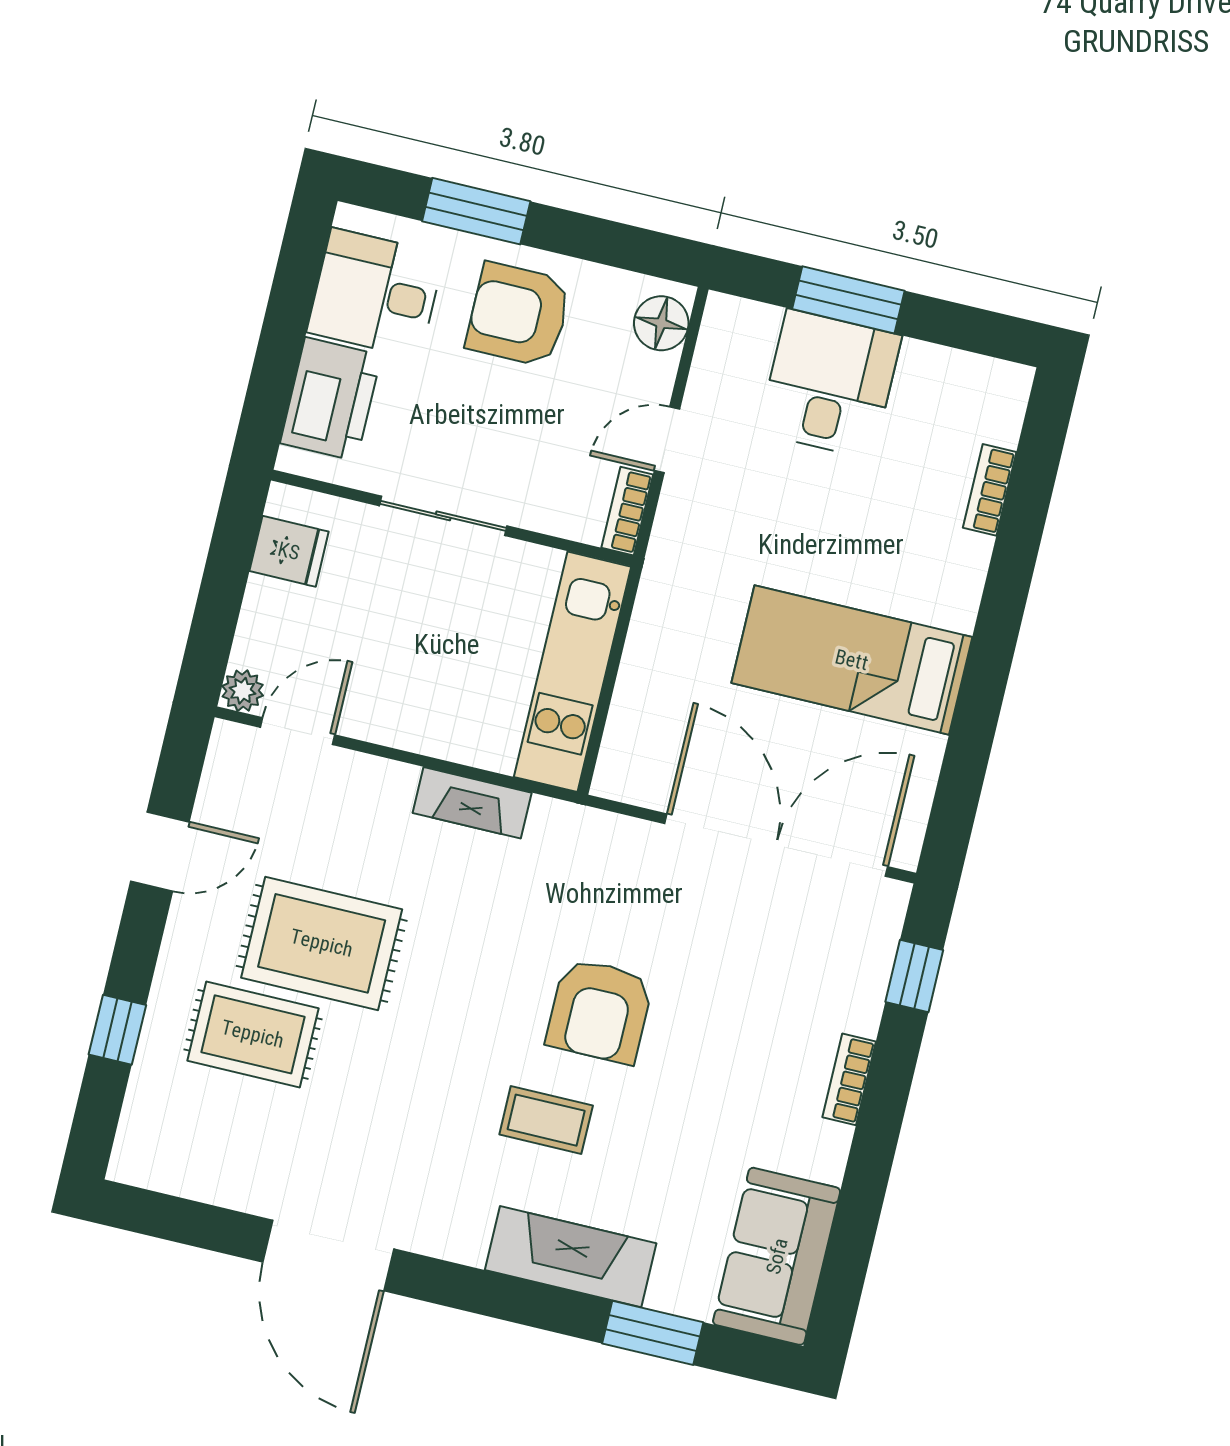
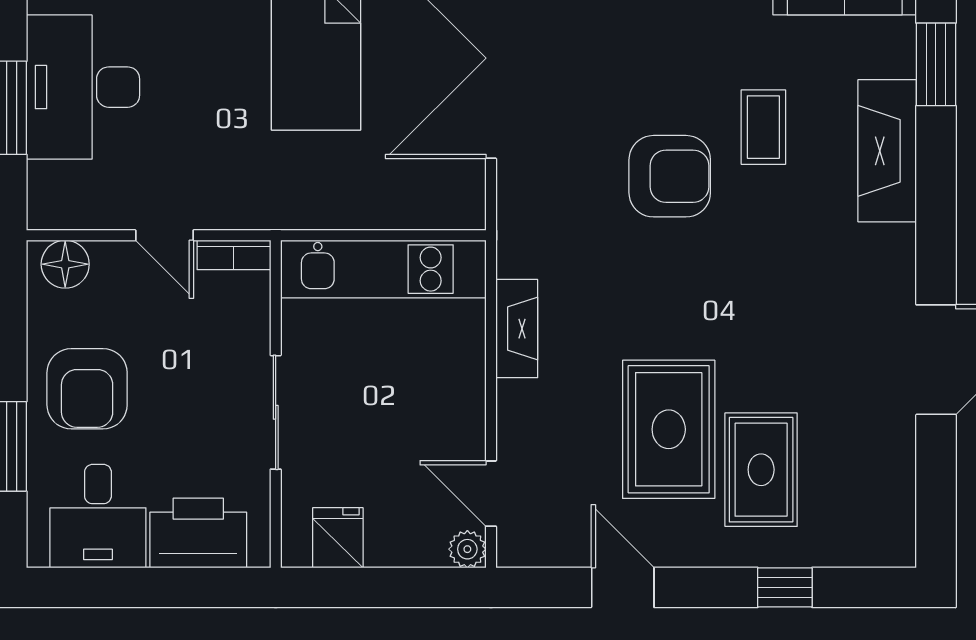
desk: (830, 384) -> (83, 87), width x1.37
coffee table: (546, 1120) -> (763, 127), moved

